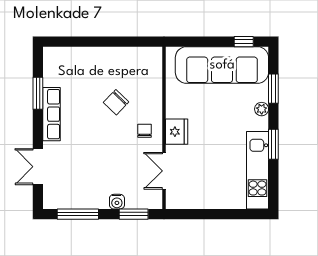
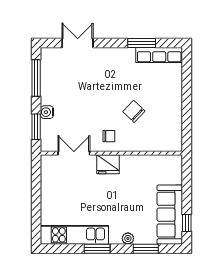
sofa: (222, 65) -> (170, 215), width x0.74, depth x0.79
row of seats: (52, 114) -> (159, 55), moved

